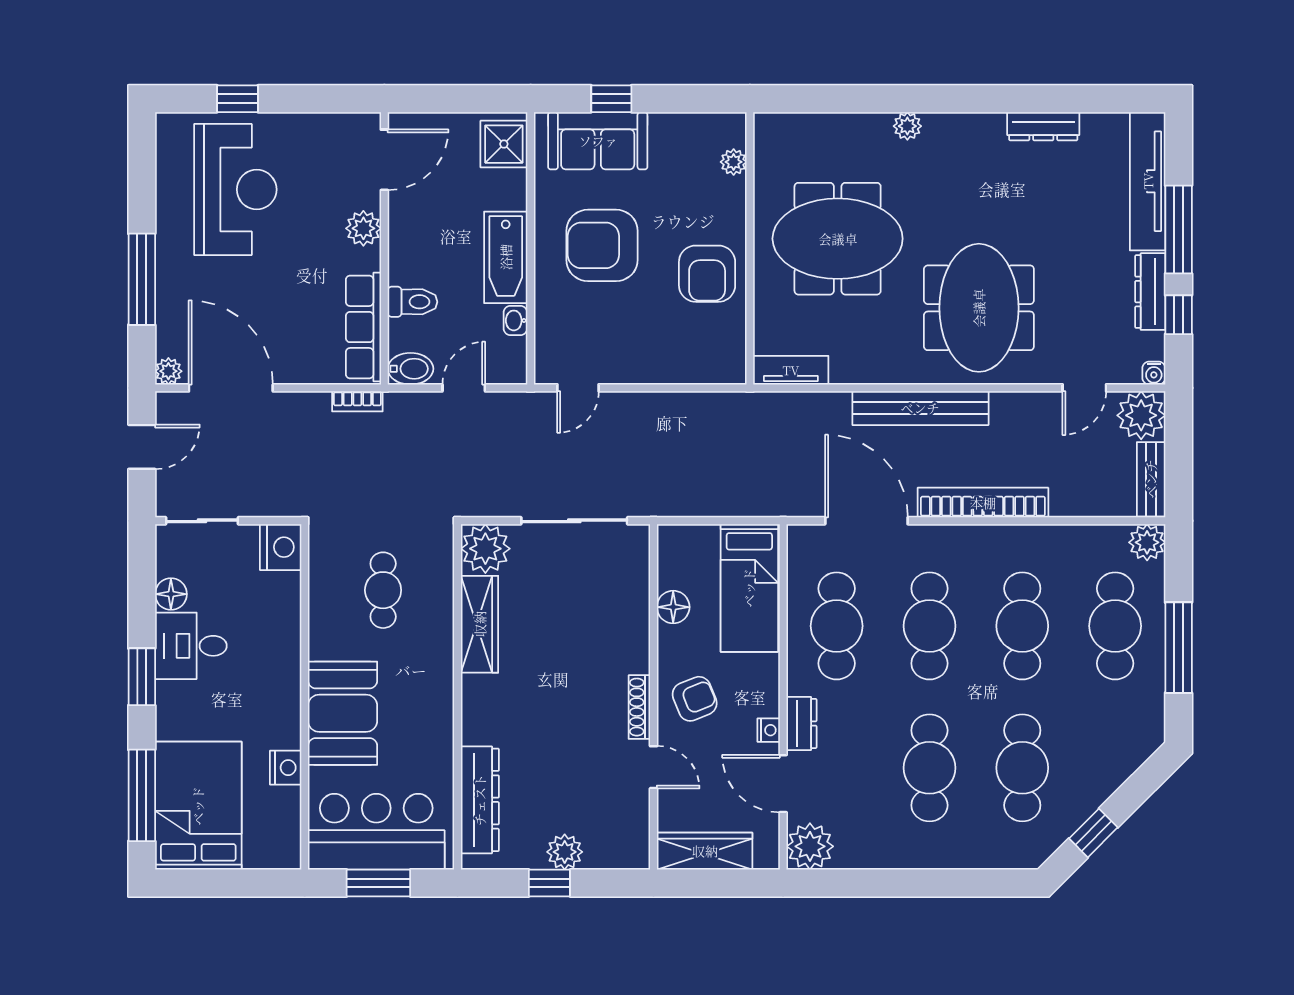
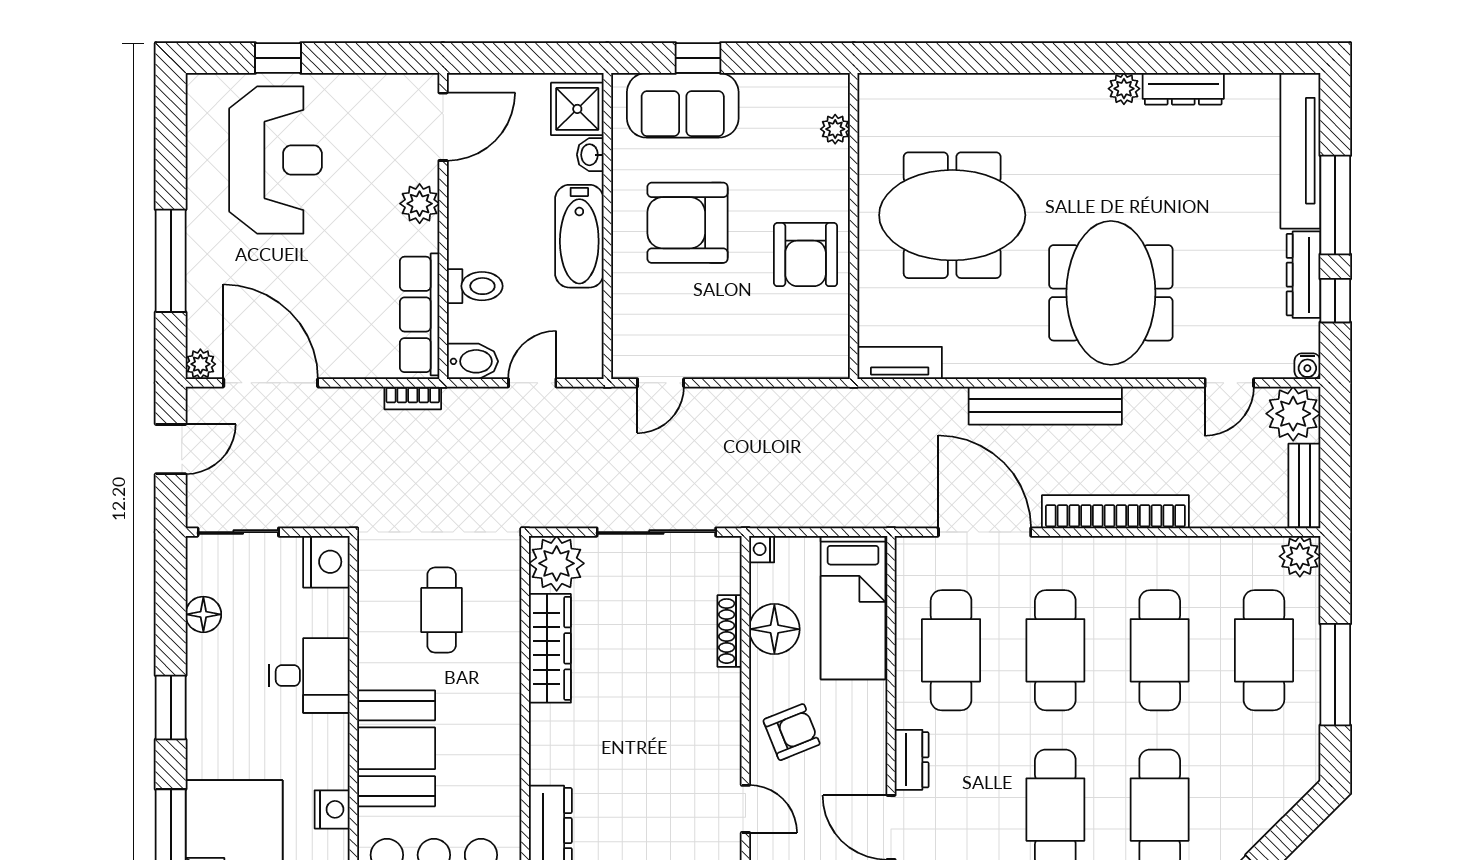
plant: (907, 126) -> (1124, 89), moved
washbasin: (515, 320) -> (590, 155), moved
floor lamp: (673, 607) -> (774, 629), width x1.38, depth x1.38
desk: (191, 646) -> (309, 676), moved, turned 180
shoe rack: (639, 707) -> (730, 631), moved
nightstand: (769, 730) -> (762, 549), moved, turned 180

